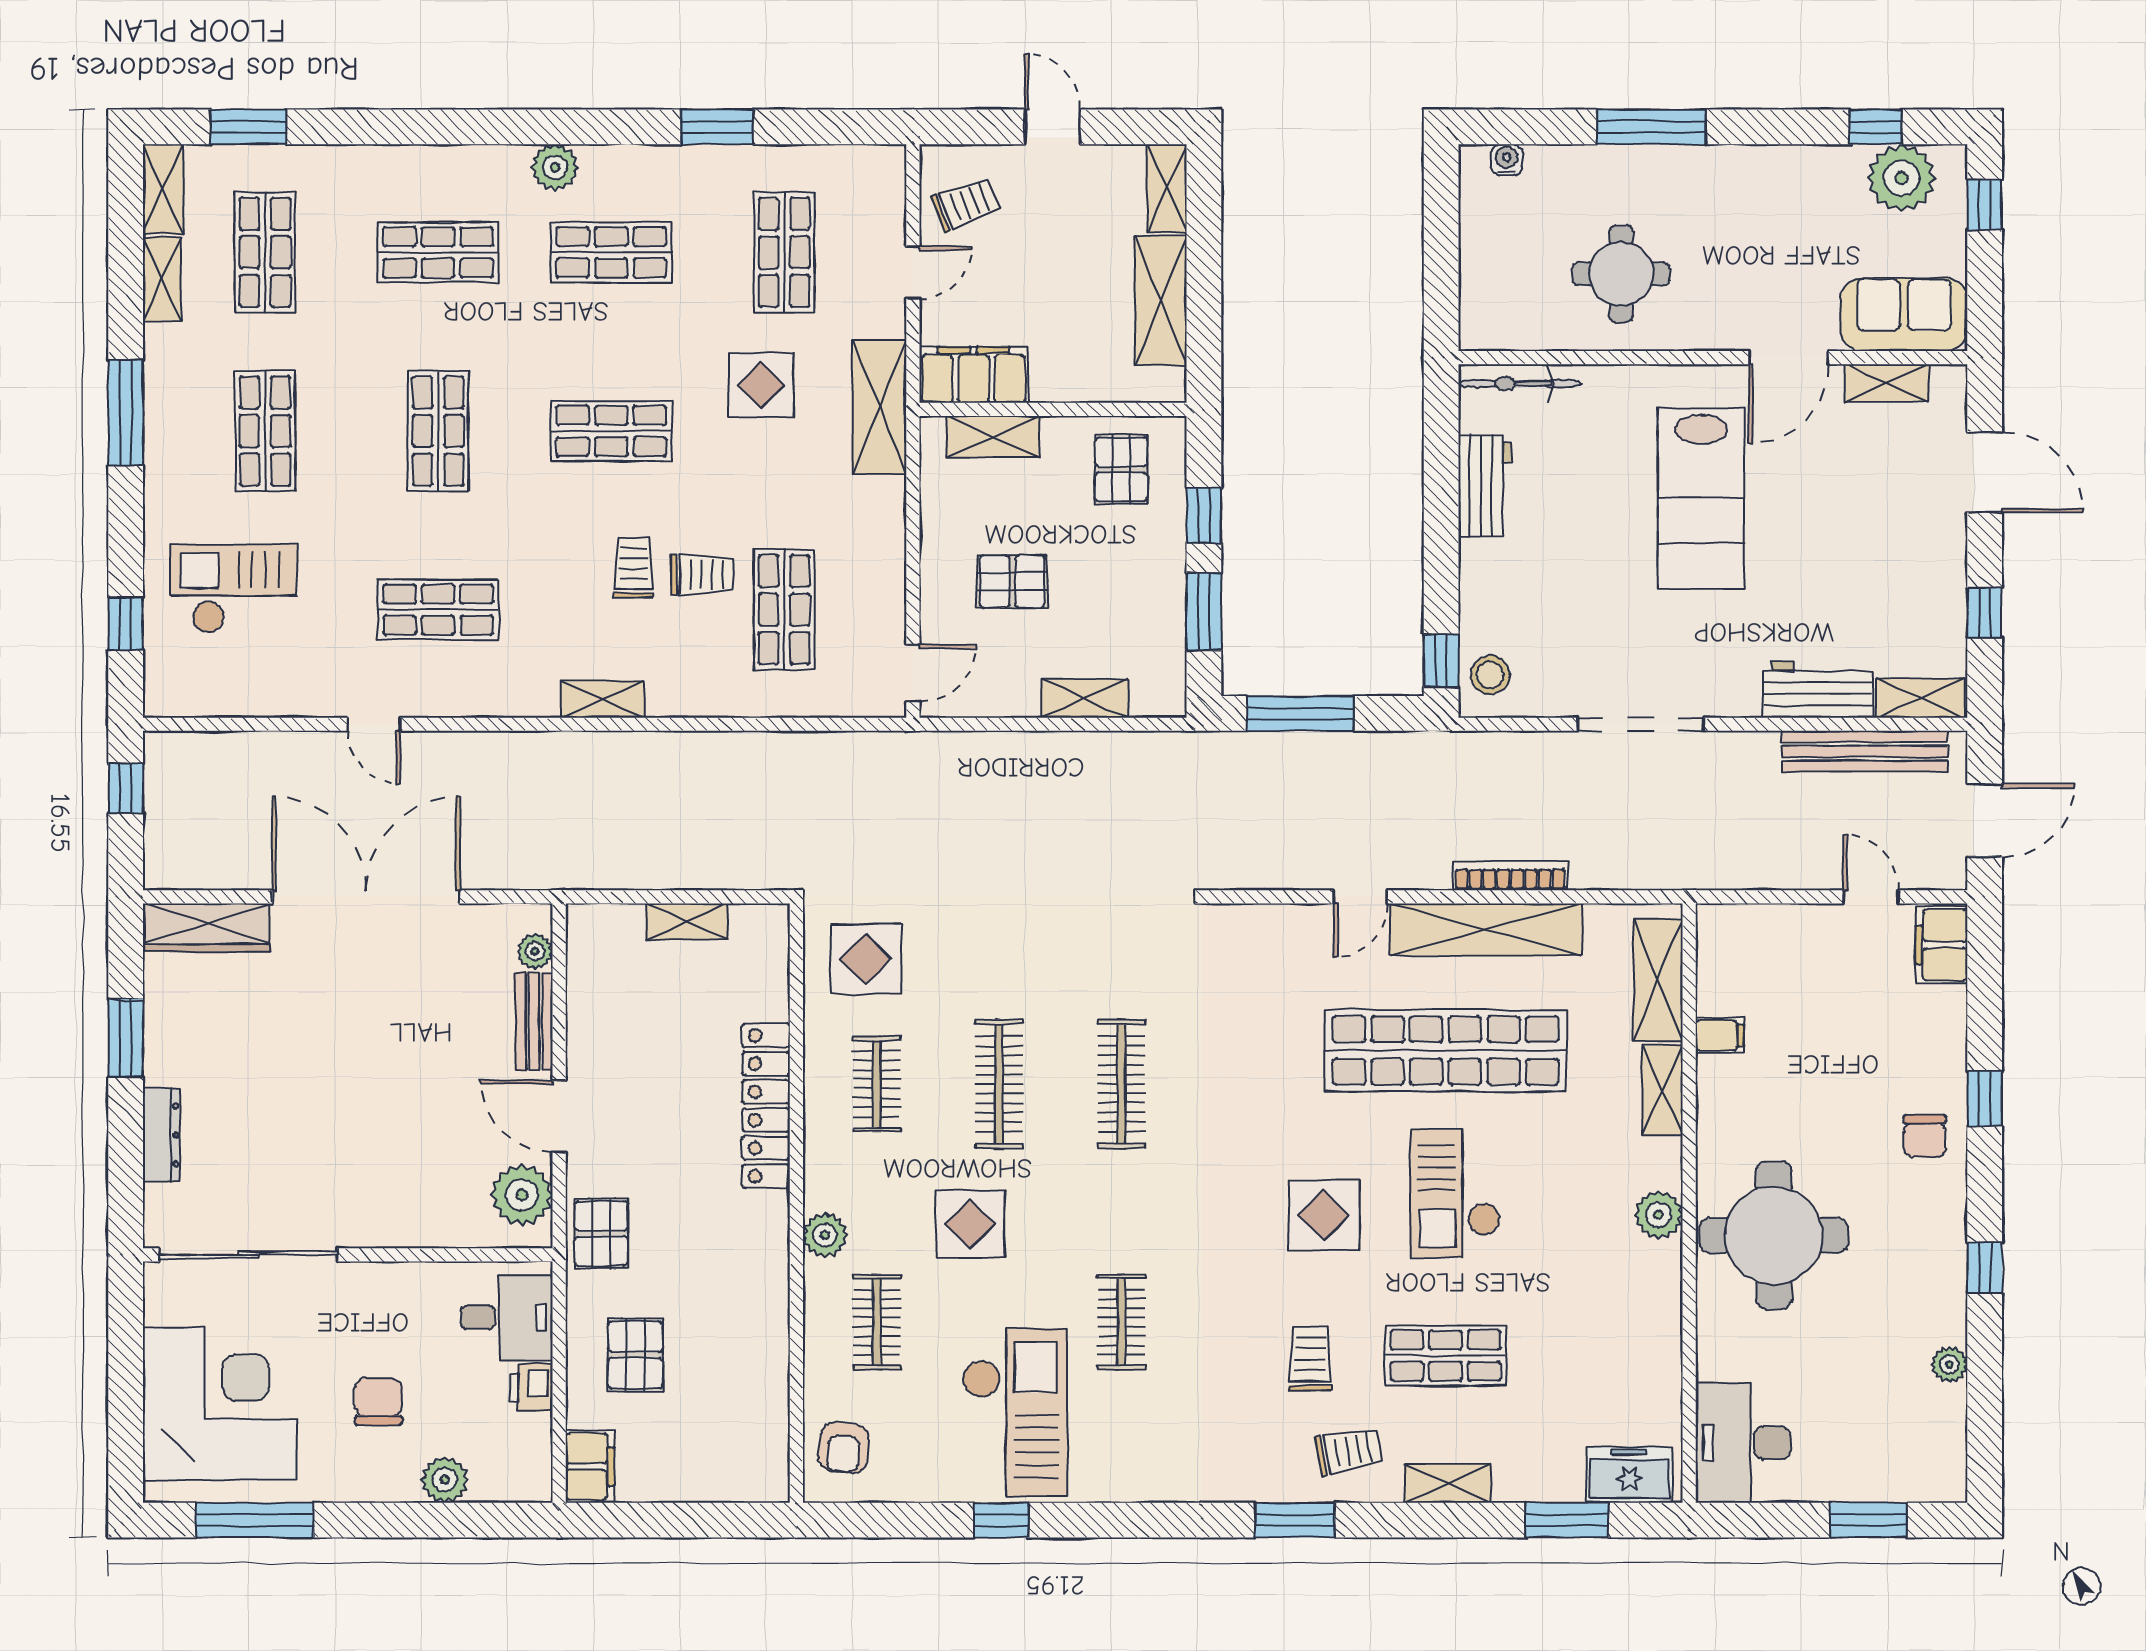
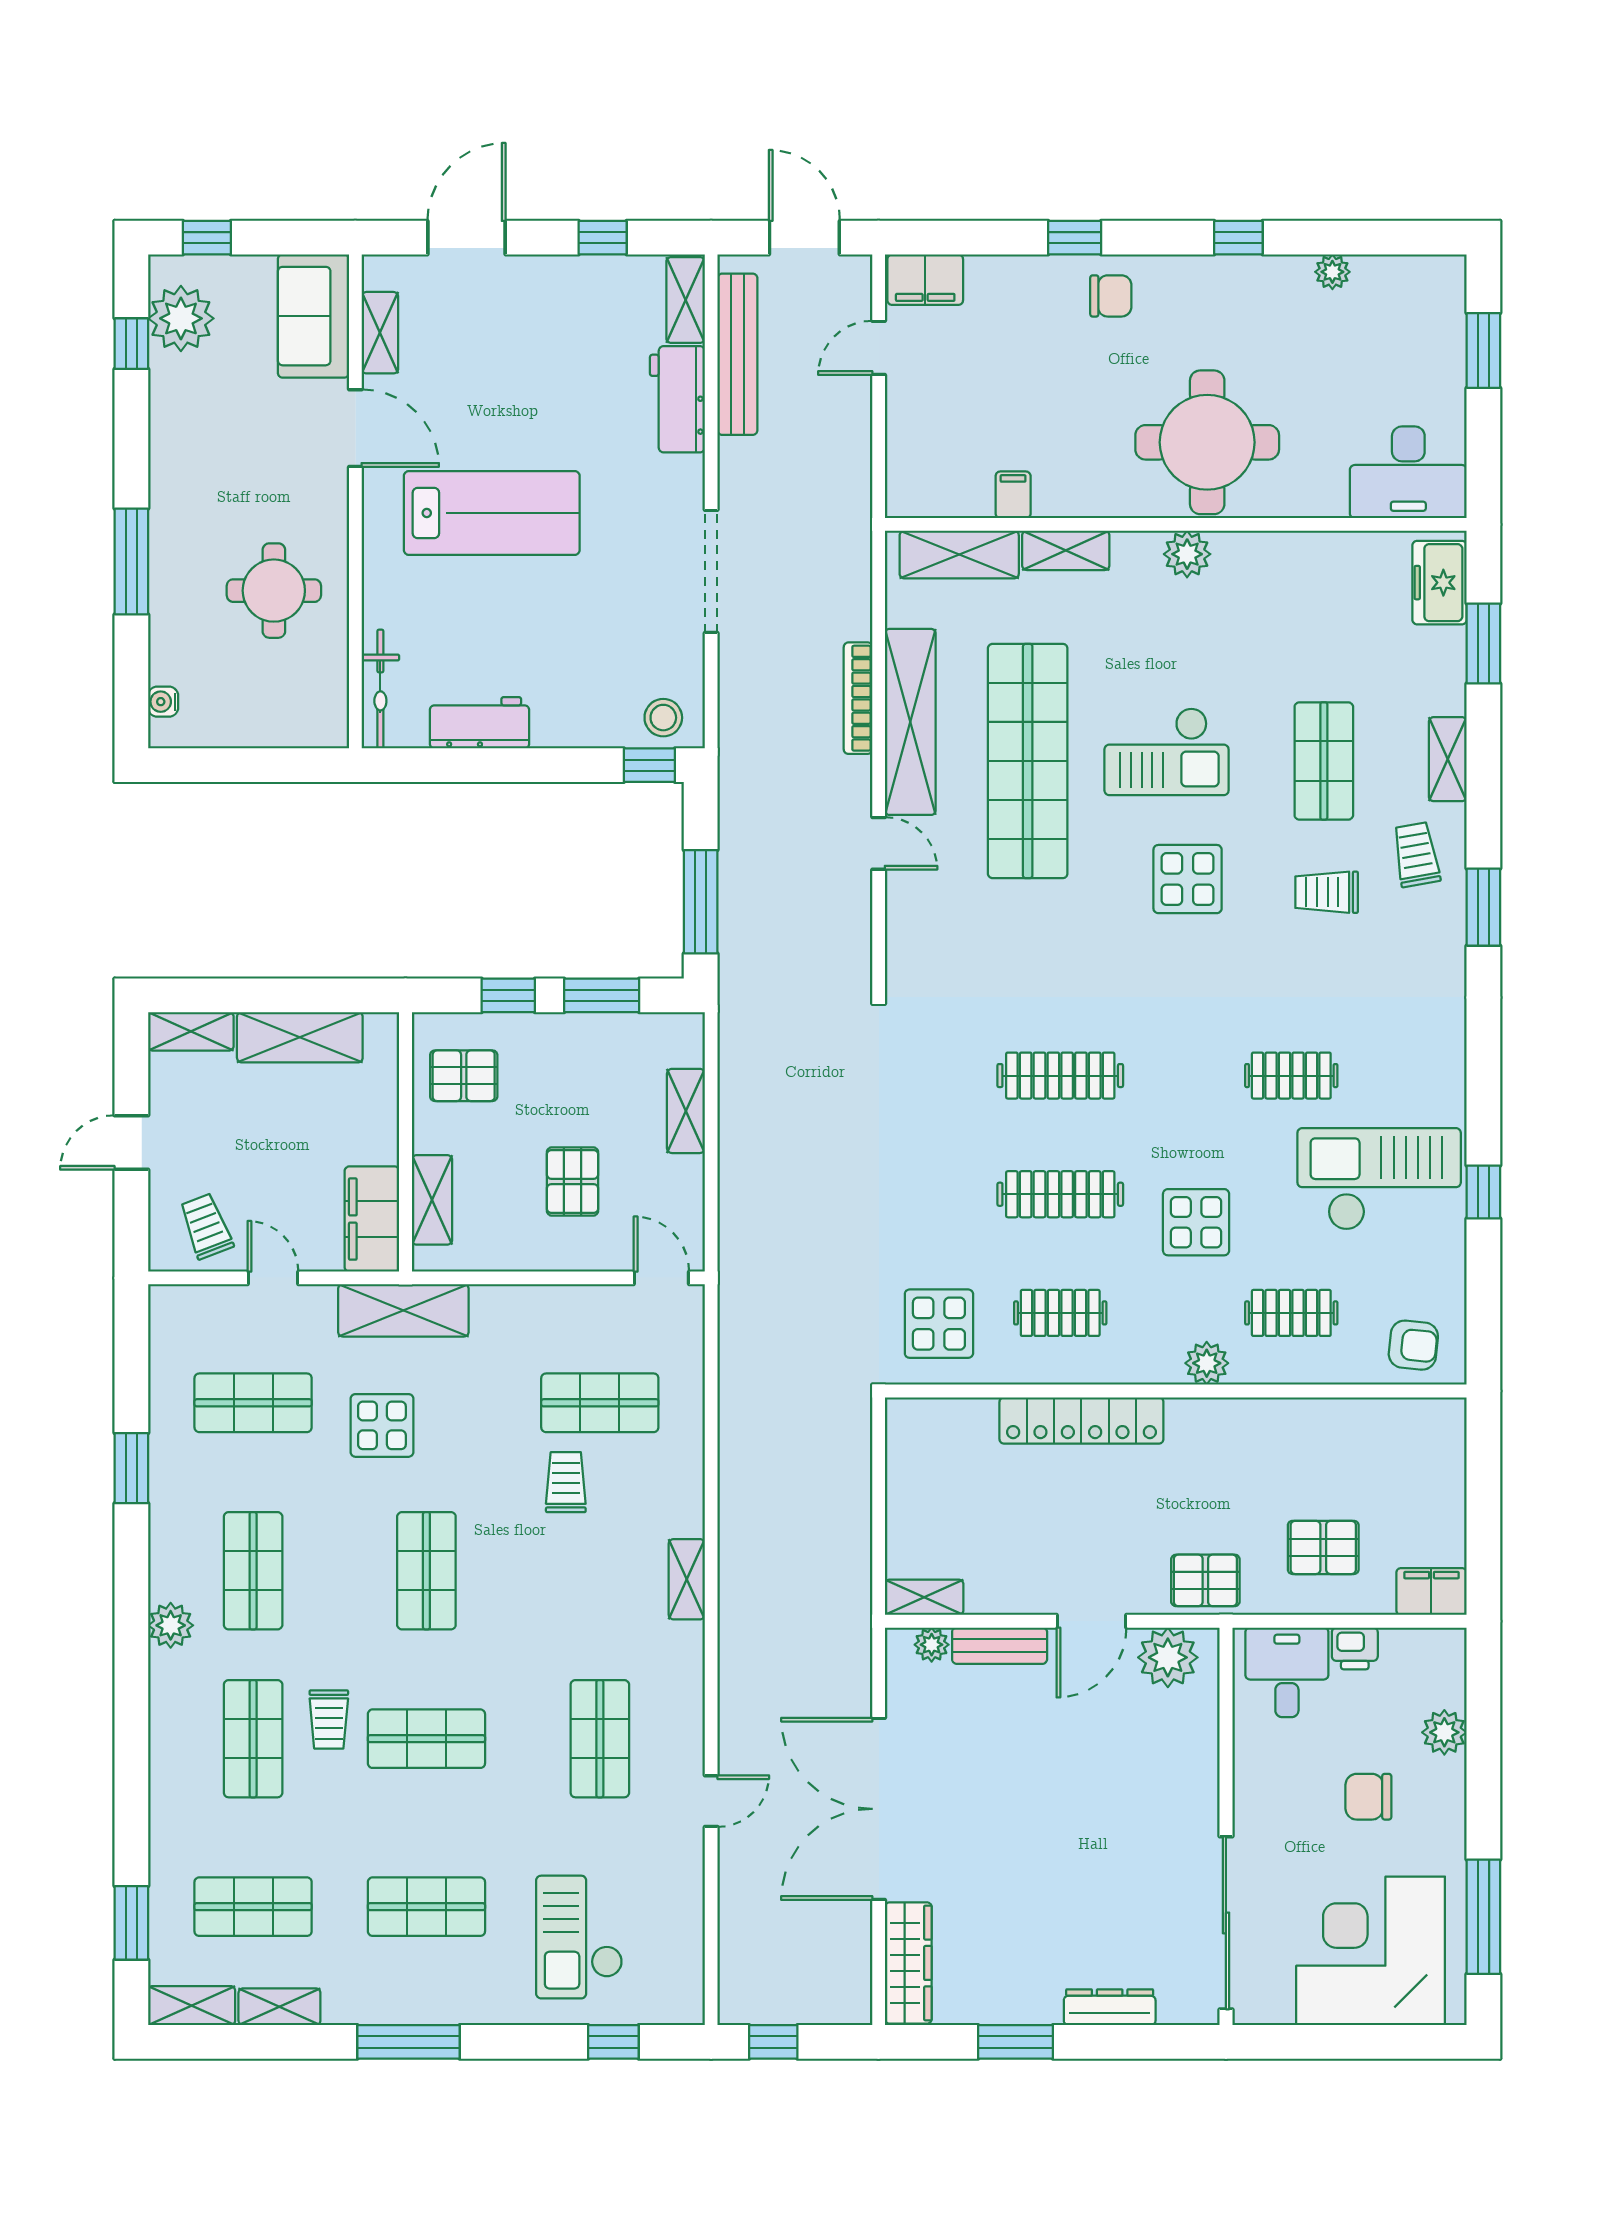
trolley: (633, 568) -> (329, 1719), moved, turned -90
shelving: (687, 921) -> (924, 1597), moved, turned 90

